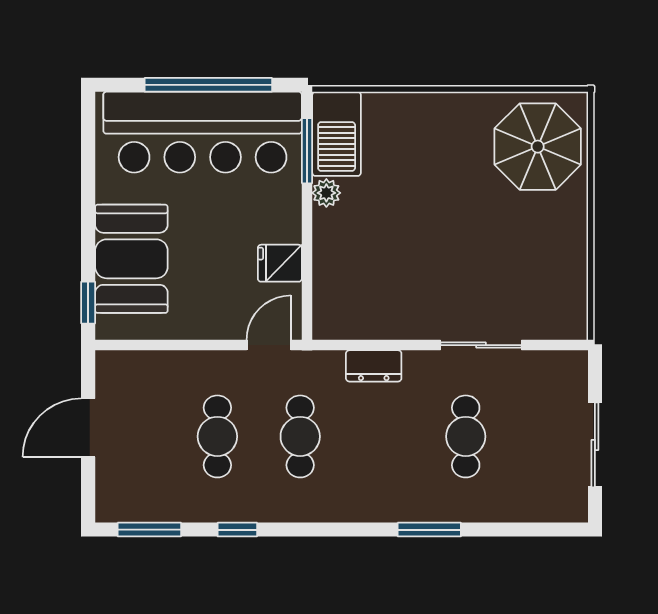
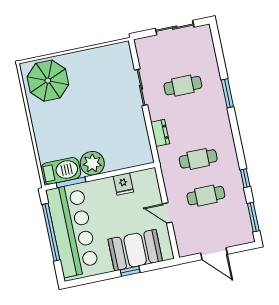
plant: (326, 193) -> (92, 163), width x1.88, depth x1.88
window: (88, 303) -> (130, 271), moved
door: (269, 345) -> (167, 213), moved

